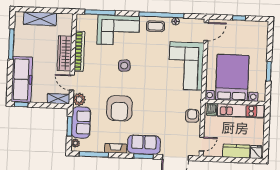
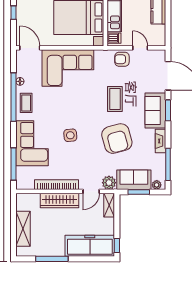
armchair: (119, 108) -> (117, 139), turned 75
coffee table: (156, 108) -> (115, 99), added
door: (202, 144) -> (140, 48), moved

